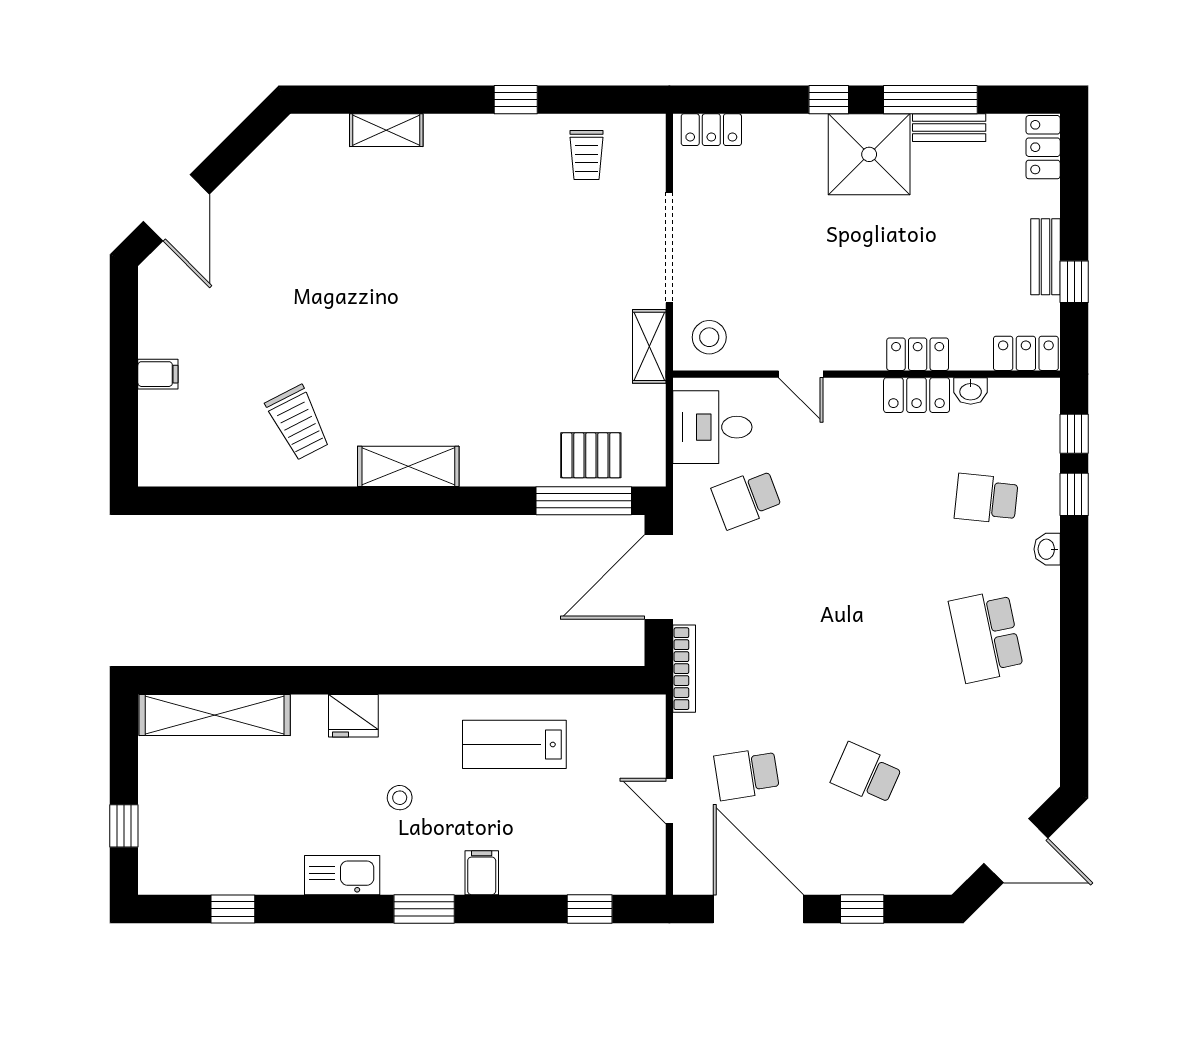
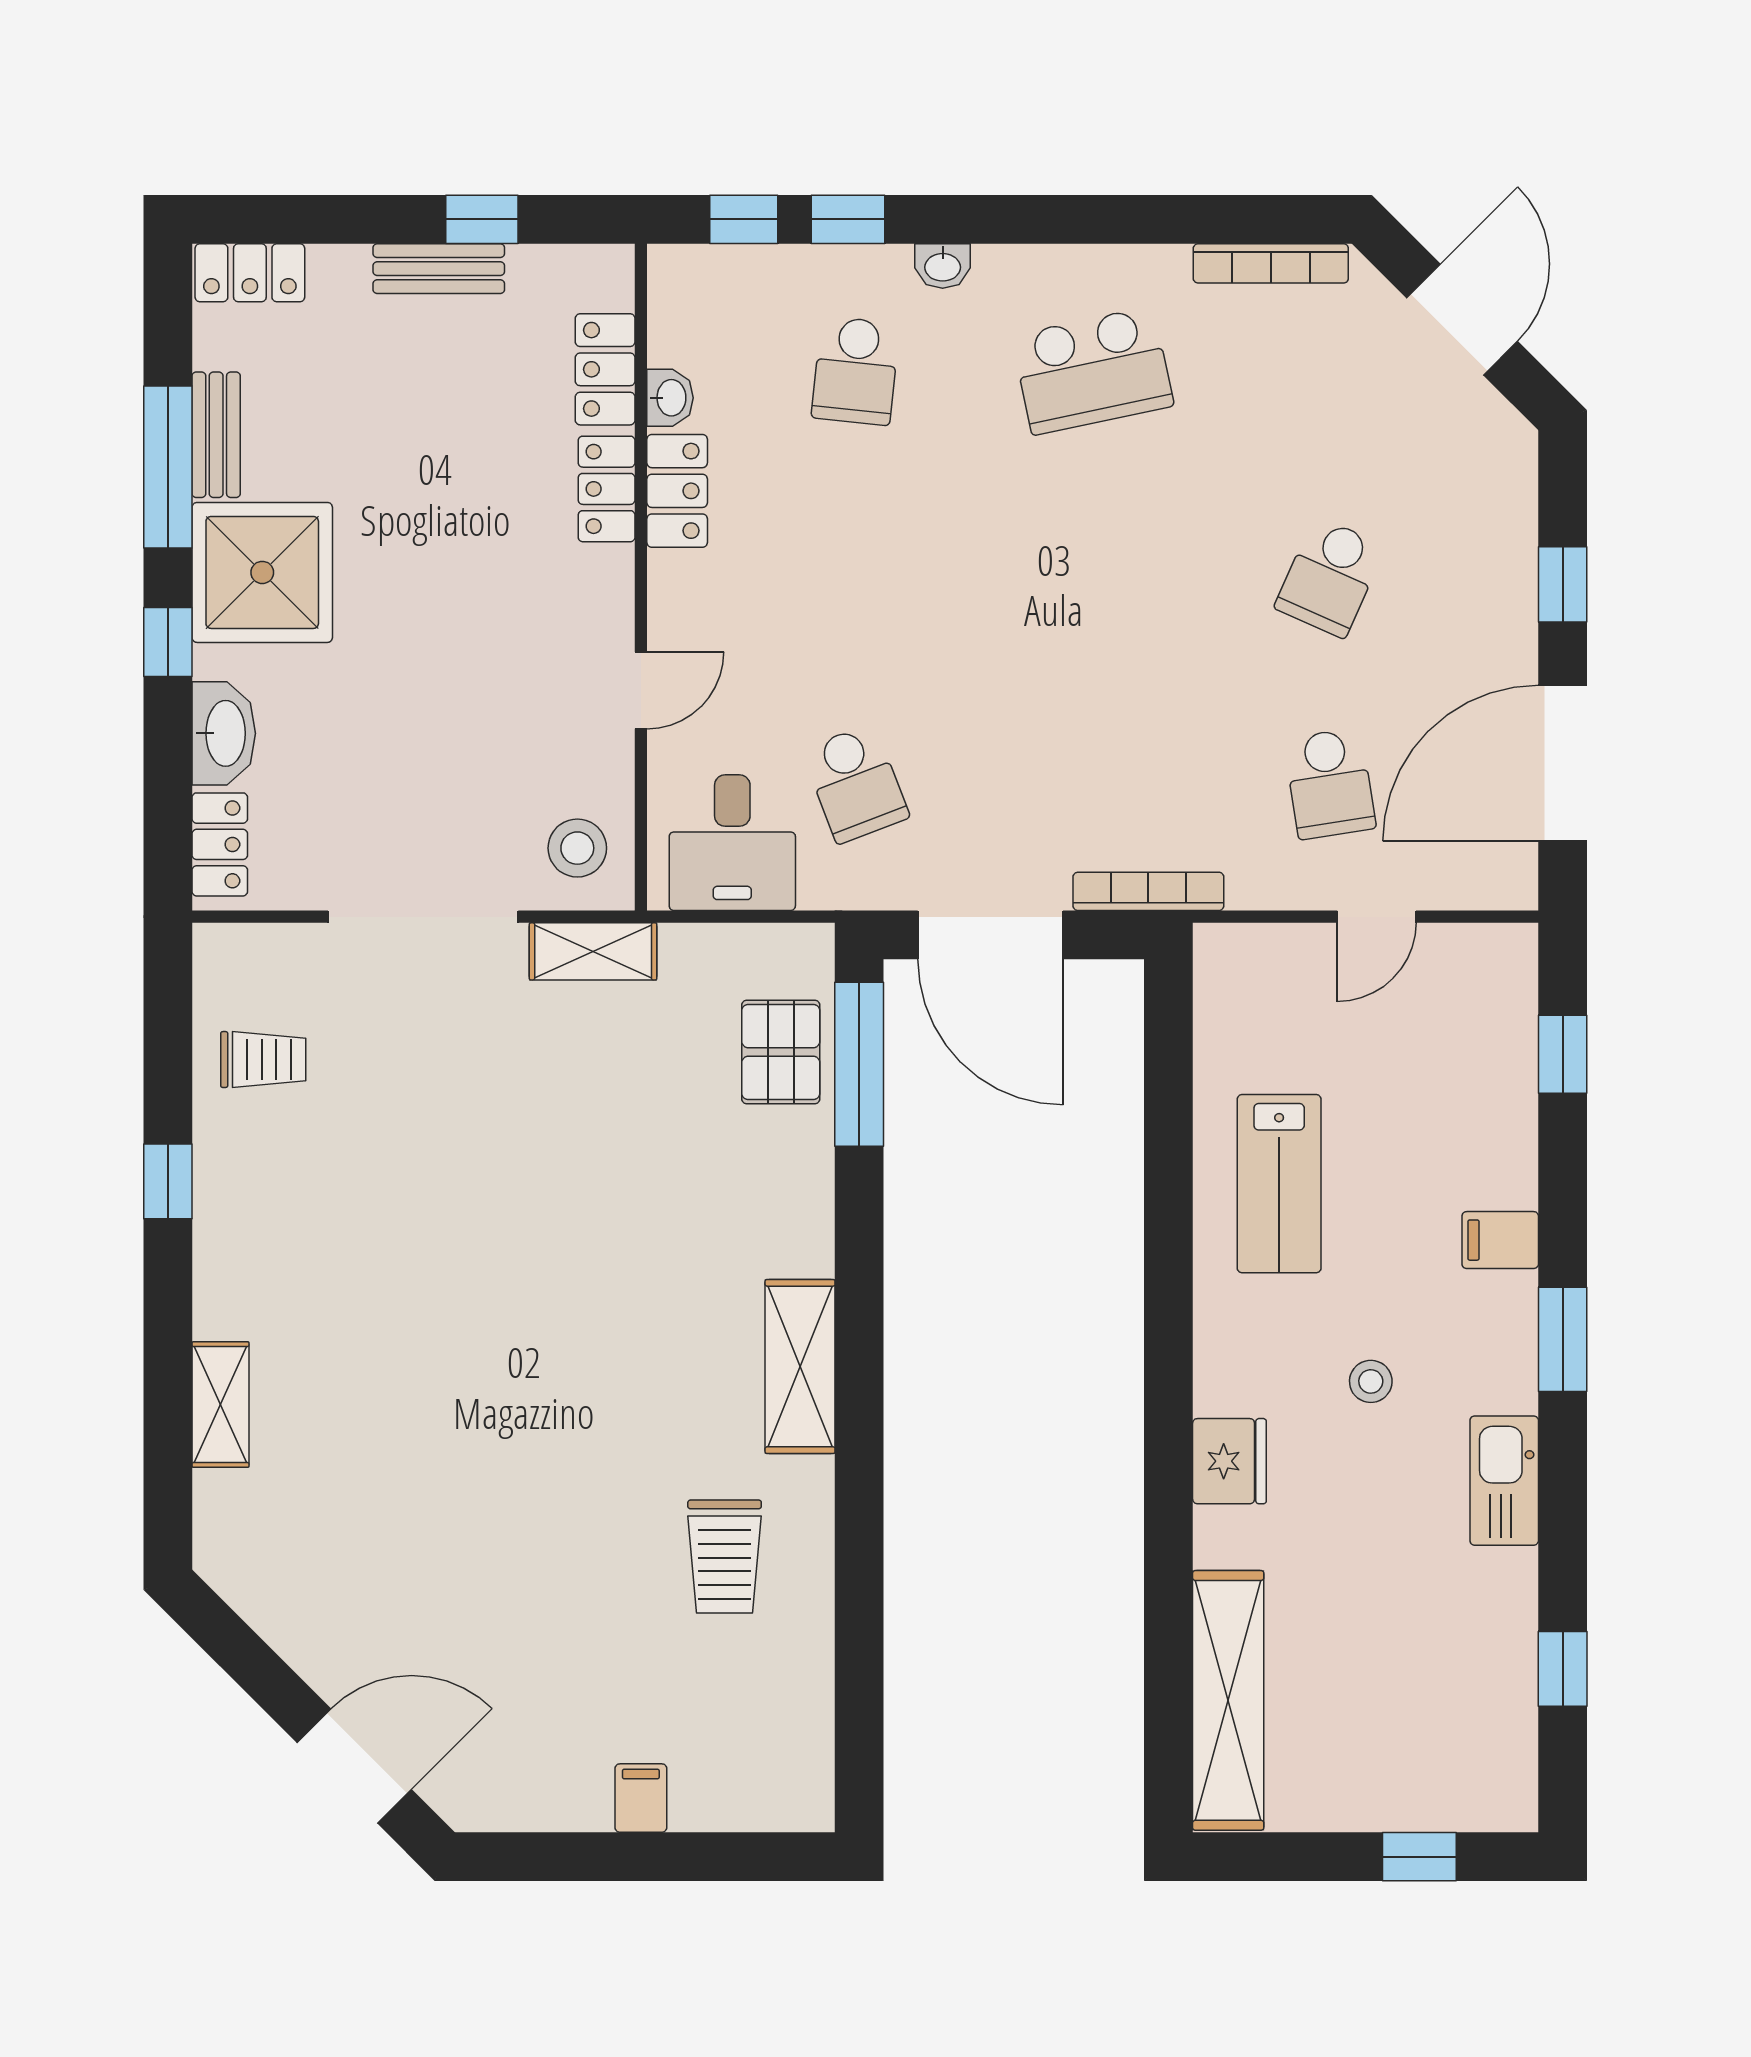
washbasin: (776, 132) -> (224, 733), added
locker: (1026, 353) -> (605, 369), moved
trolley: (298, 423) -> (725, 1557), turned 117
bookcase: (1049, 740) -> (1271, 263), added

